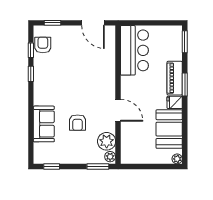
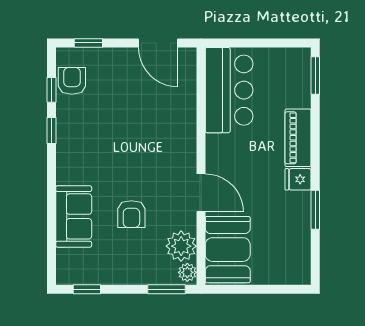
window: (185, 85) -> (315, 210), moved
booth: (169, 129) -> (228, 250), moved
plant: (177, 159) -> (302, 276), removed

